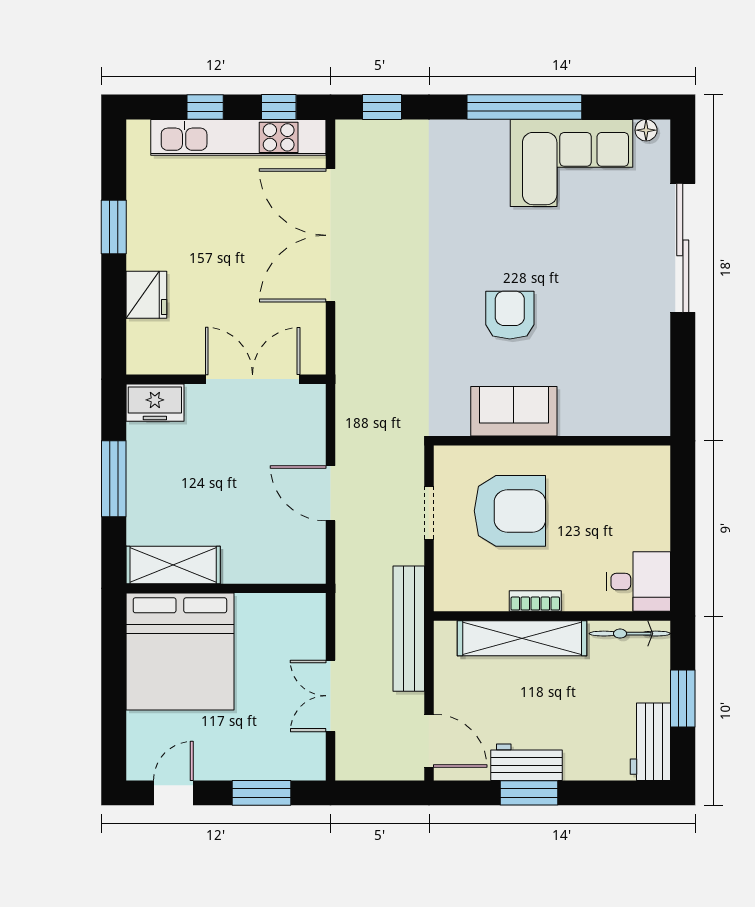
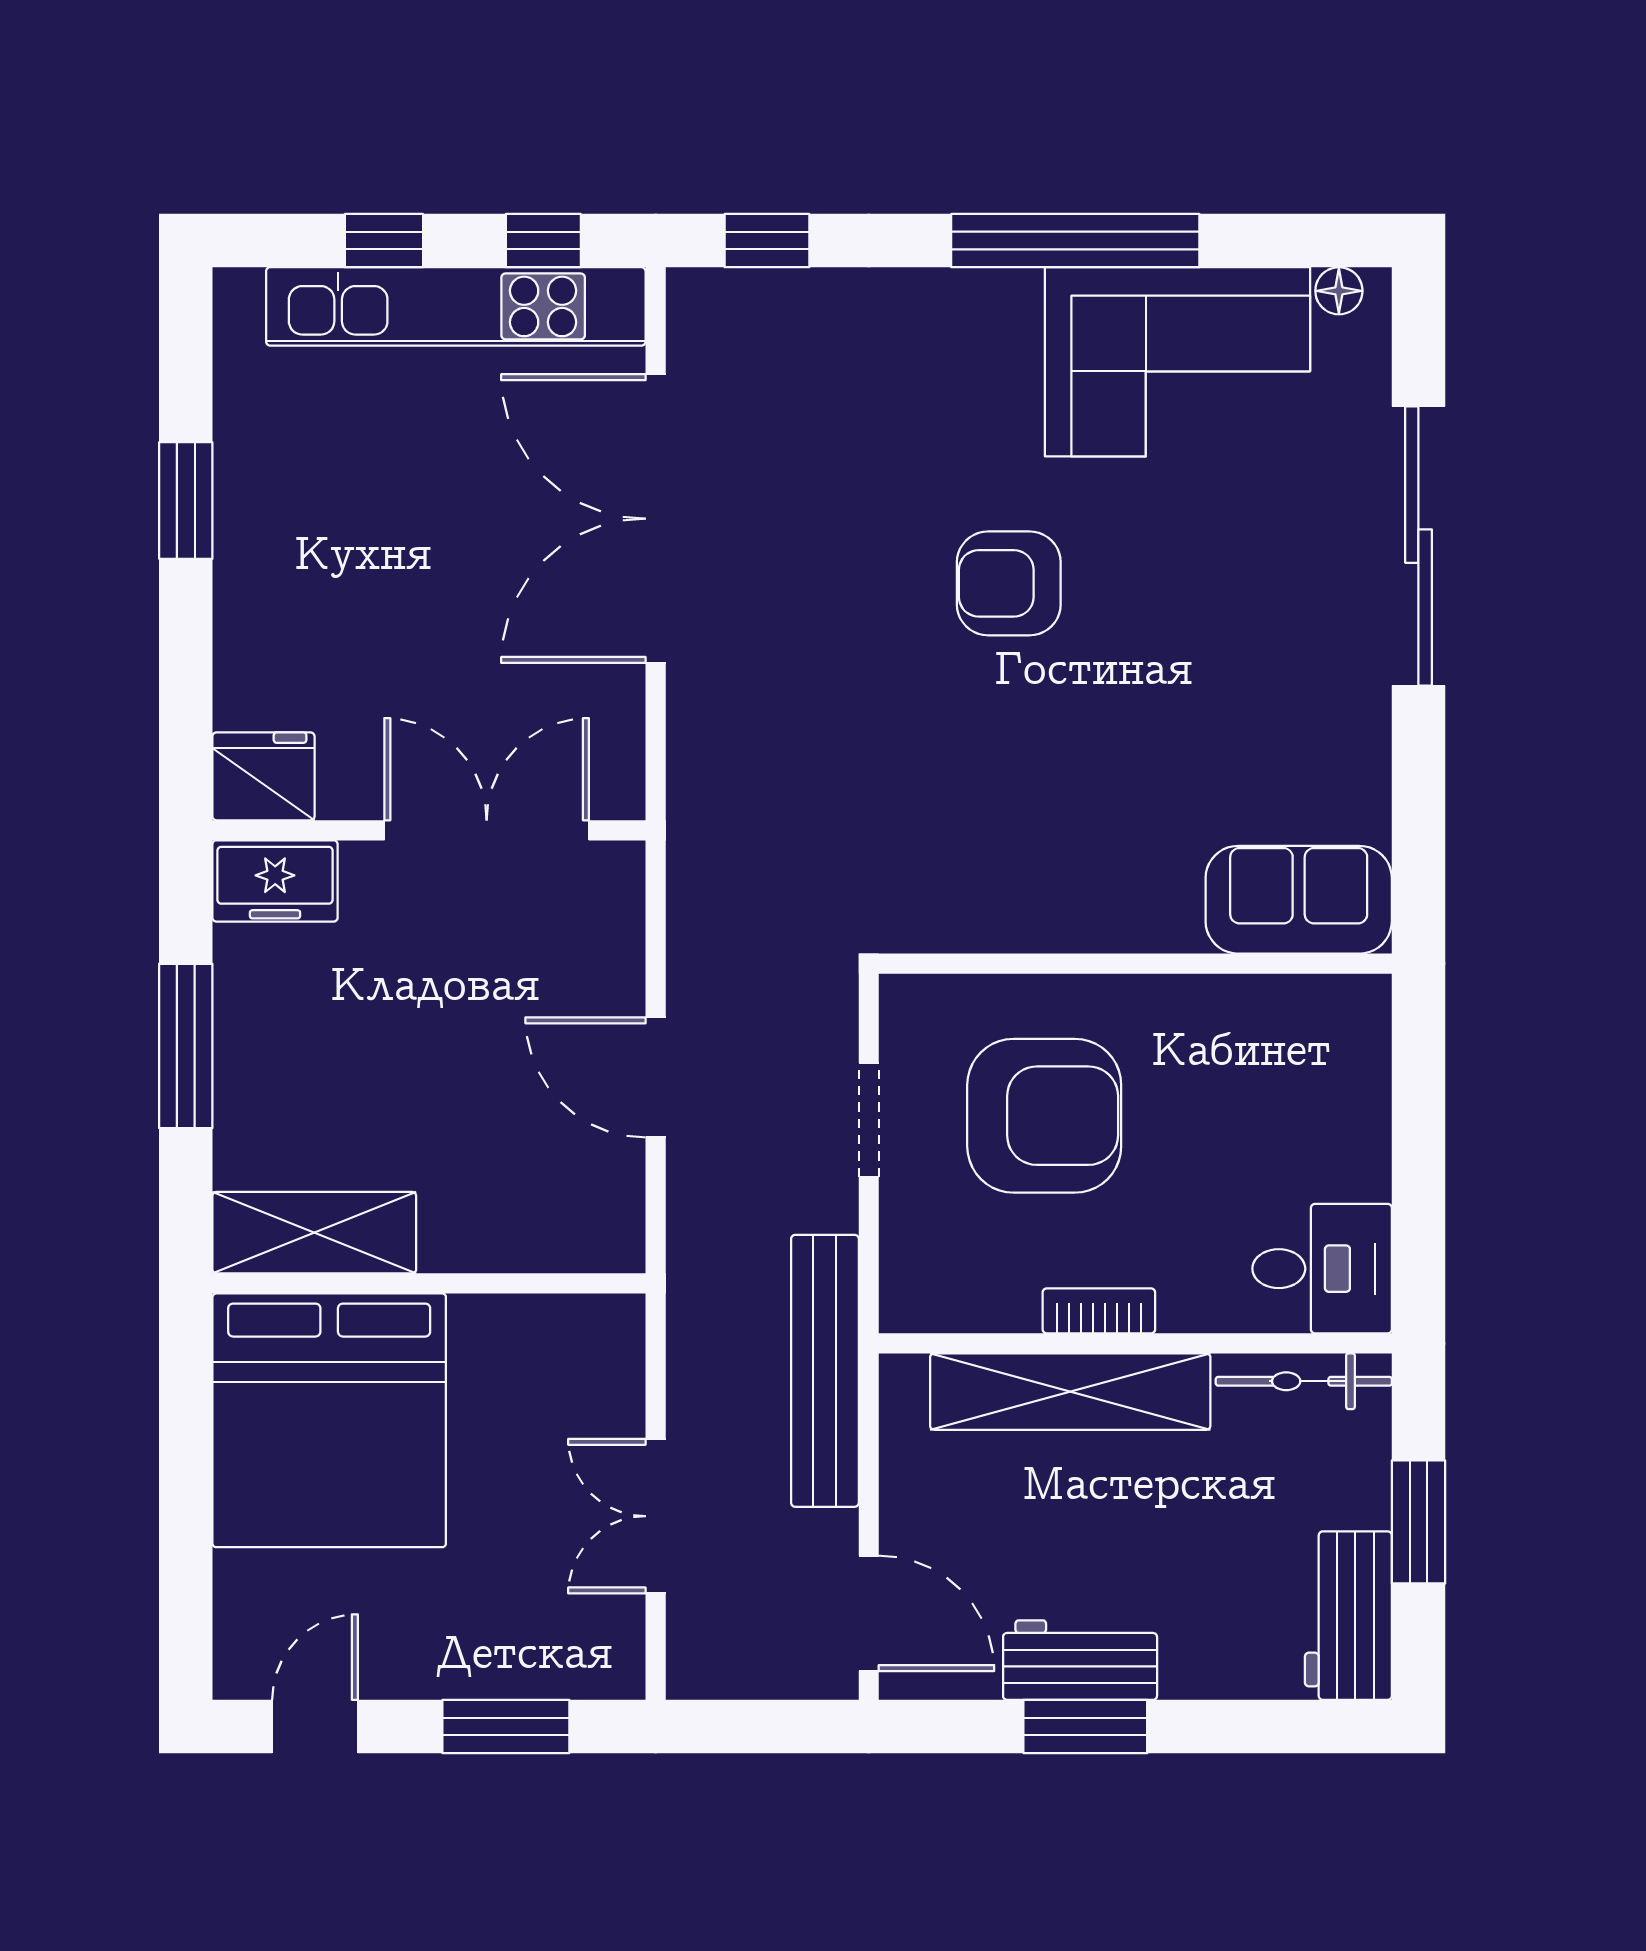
fridge: (146, 295) -> (263, 776), moved, turned -90
armchair: (510, 315) -> (1009, 583), moved, turned -90
sofa: (514, 411) -> (1299, 900), moved

